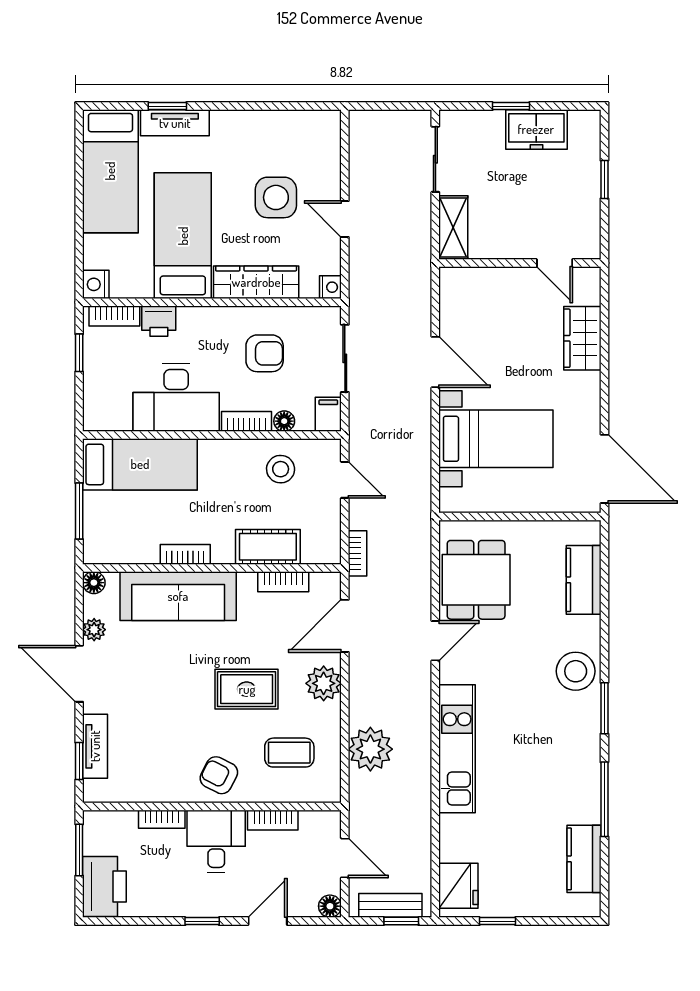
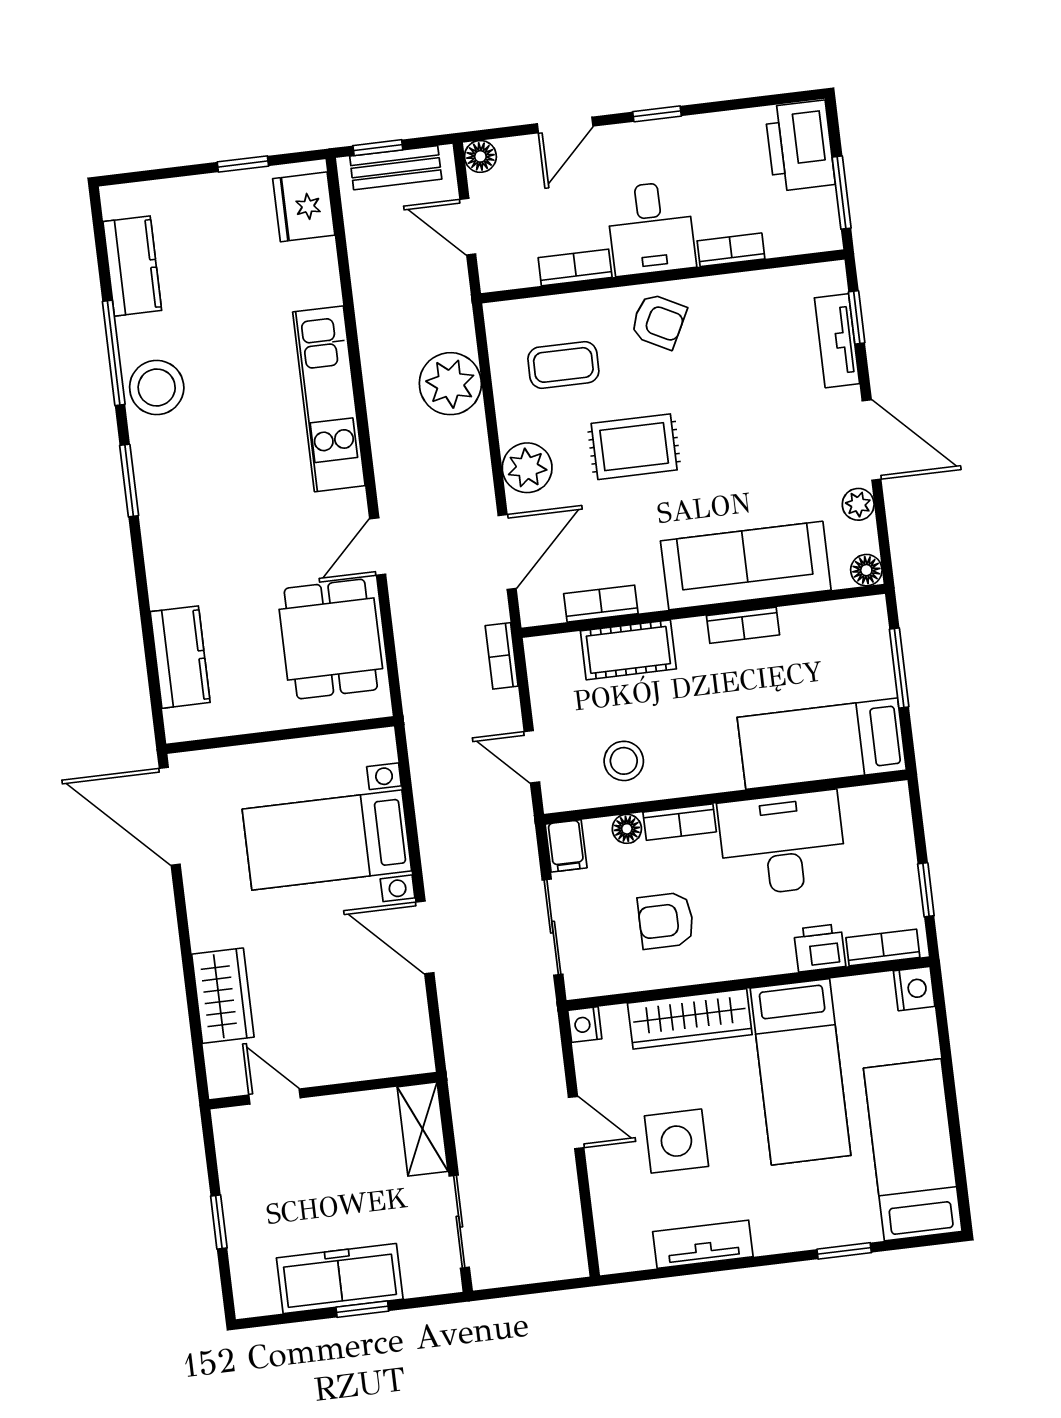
tv unit: (175, 123) -> (703, 1244), moved
freezer: (536, 129) -> (340, 1279), width x1.40
stool: (576, 671) -> (157, 387), moved

